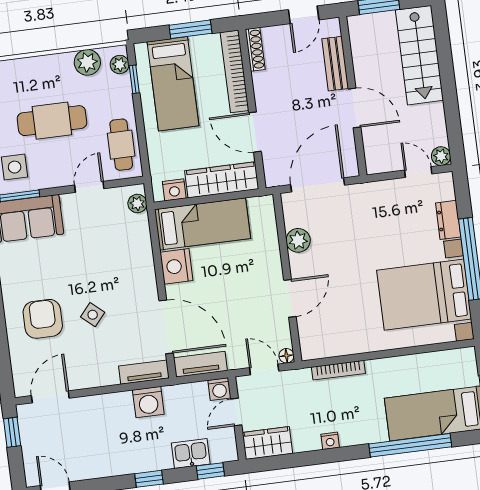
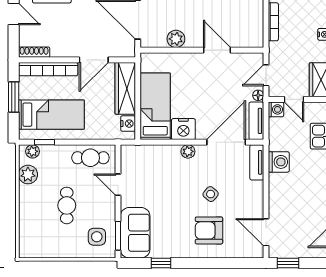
cafe table: (52, 121) -> (67, 205), width x0.73, depth x0.74
plant: (137, 204) -> (188, 151), moved
floor lamp: (286, 356) -> (258, 95), moved

